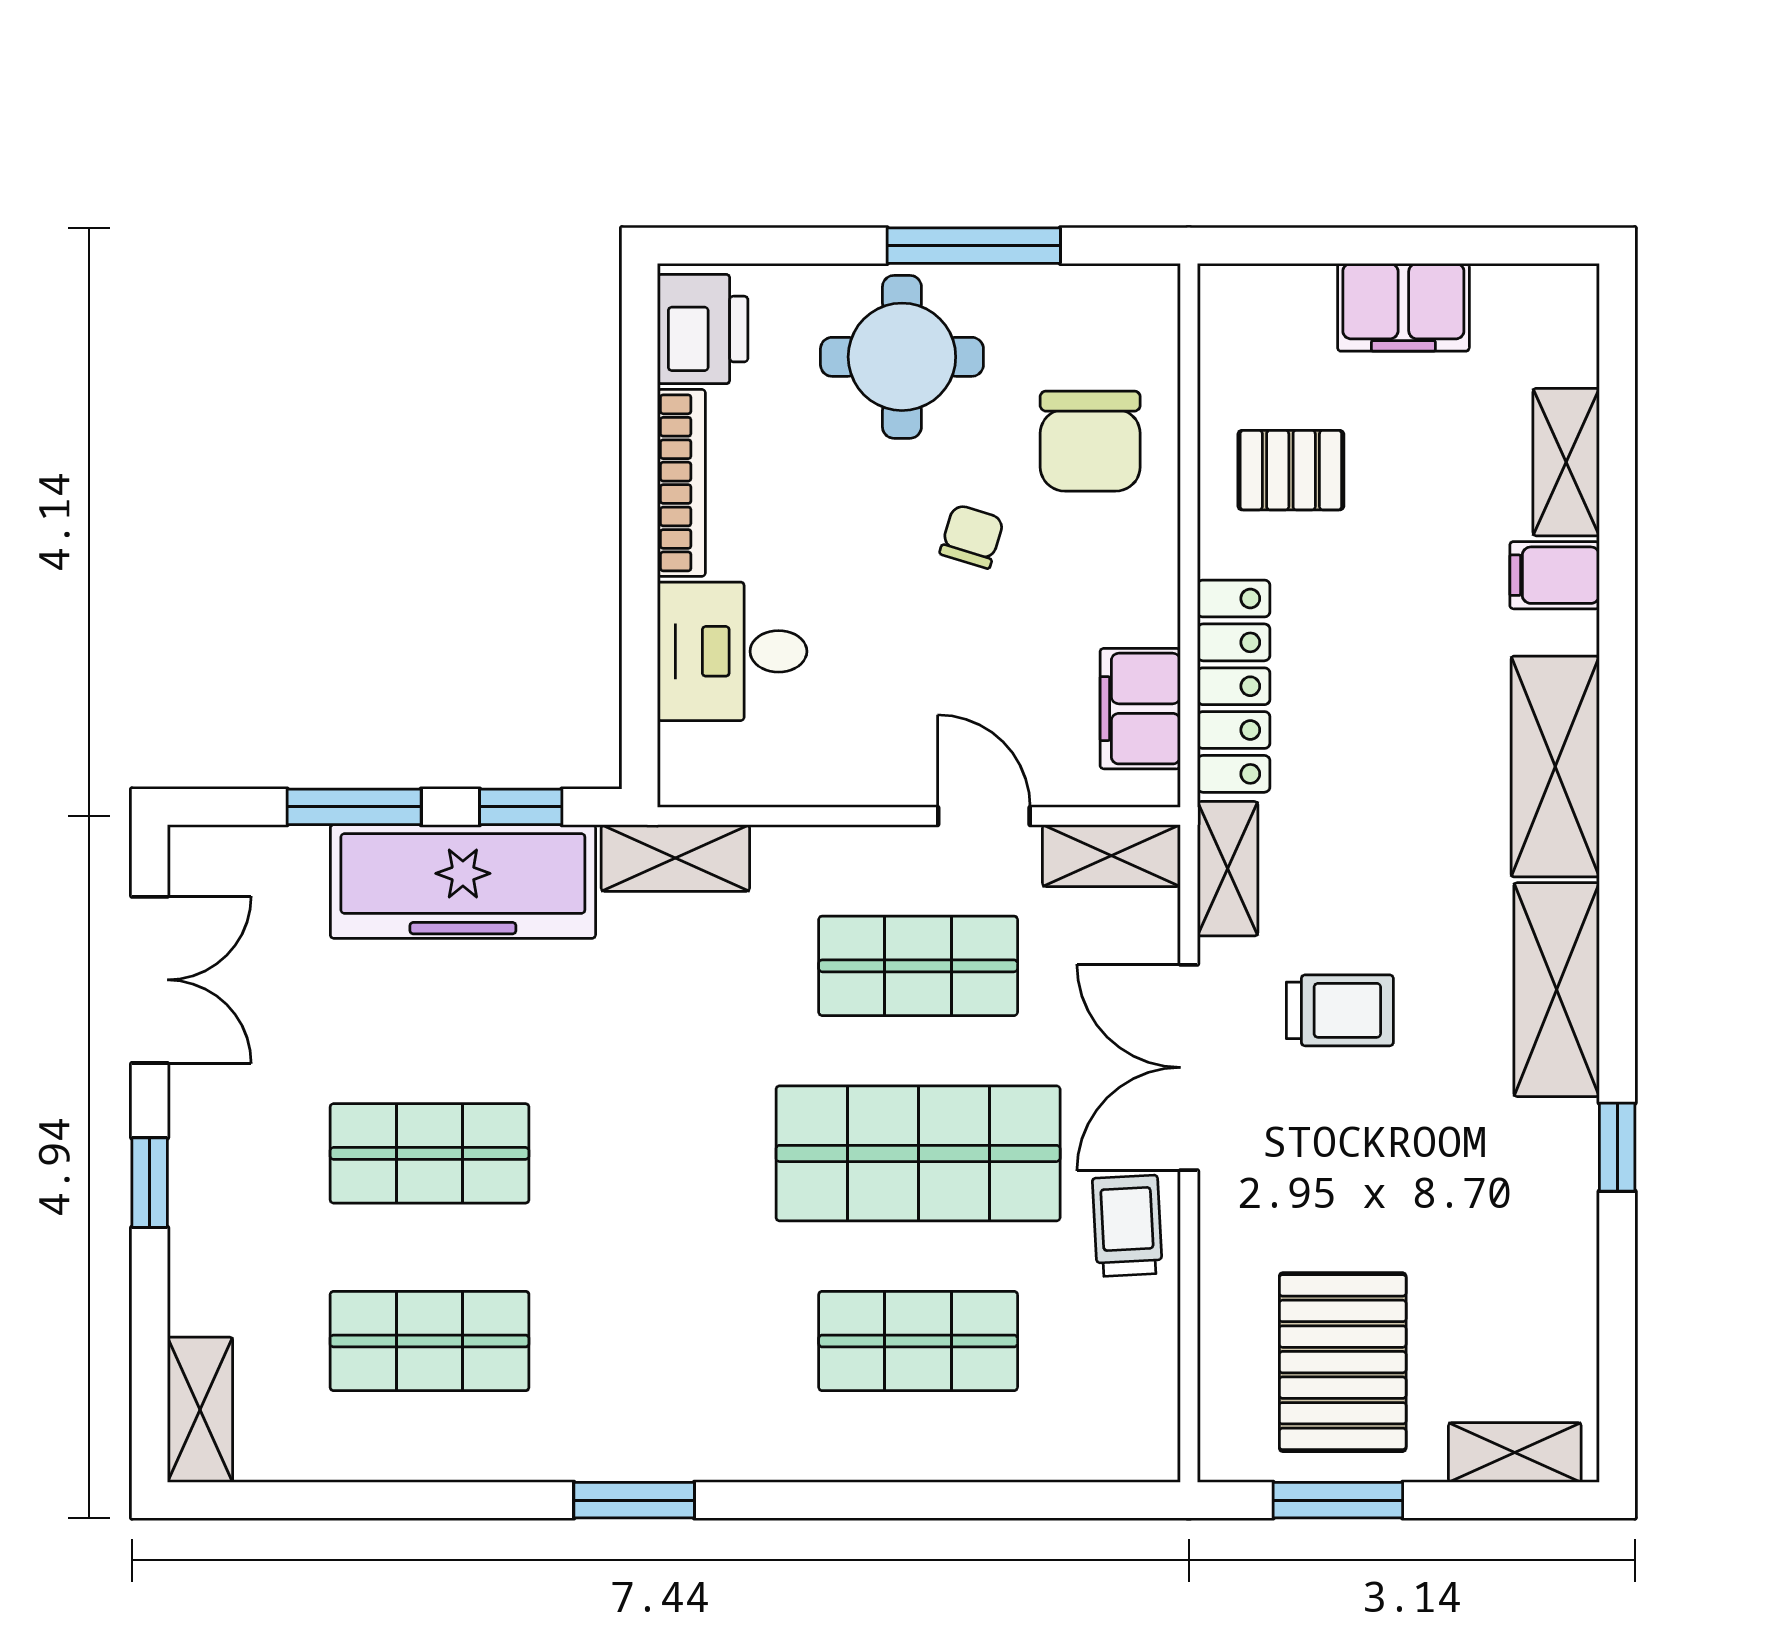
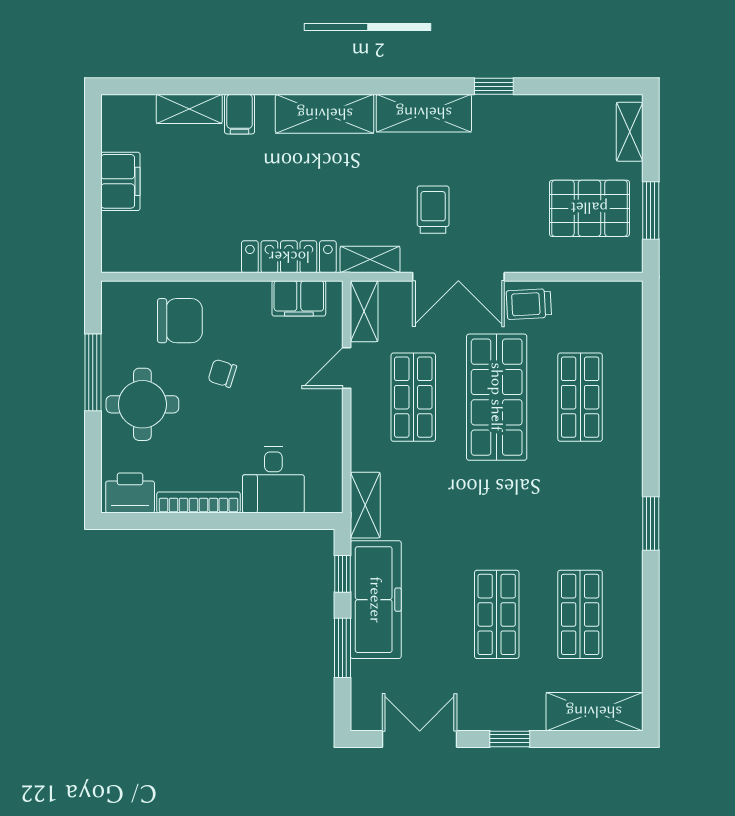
pallet: (1291, 470) -> (193, 231), removed
shelving: (200, 1410) -> (594, 712), width x1.50, depth x1.33

